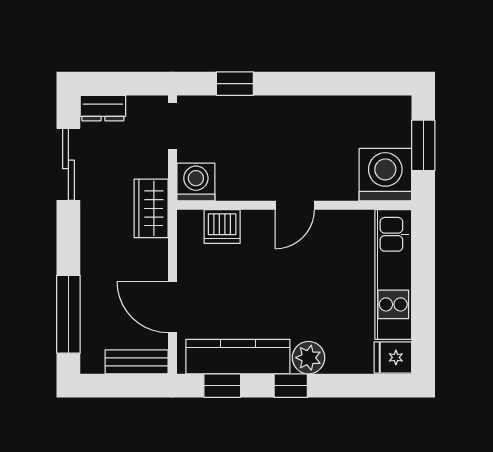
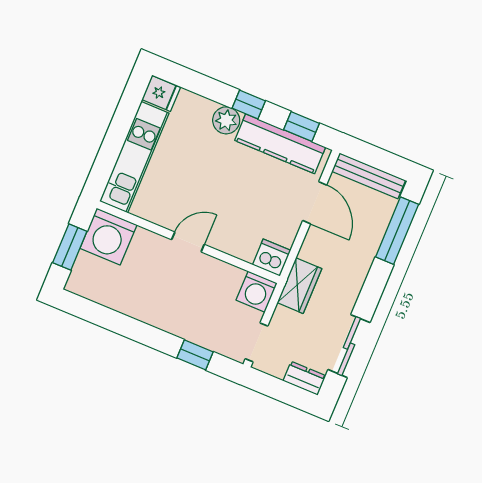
dishwasher: (222, 227) -> (272, 258), moved
bench: (137, 362) -> (369, 176), width x1.36

